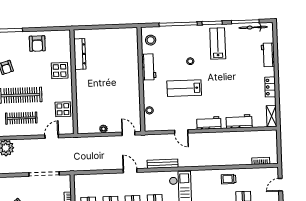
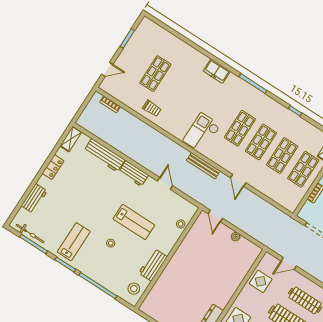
lab bench: (218, 44) -> (74, 242), turned 180
workbench: (239, 121) -> (104, 155), width x1.38

